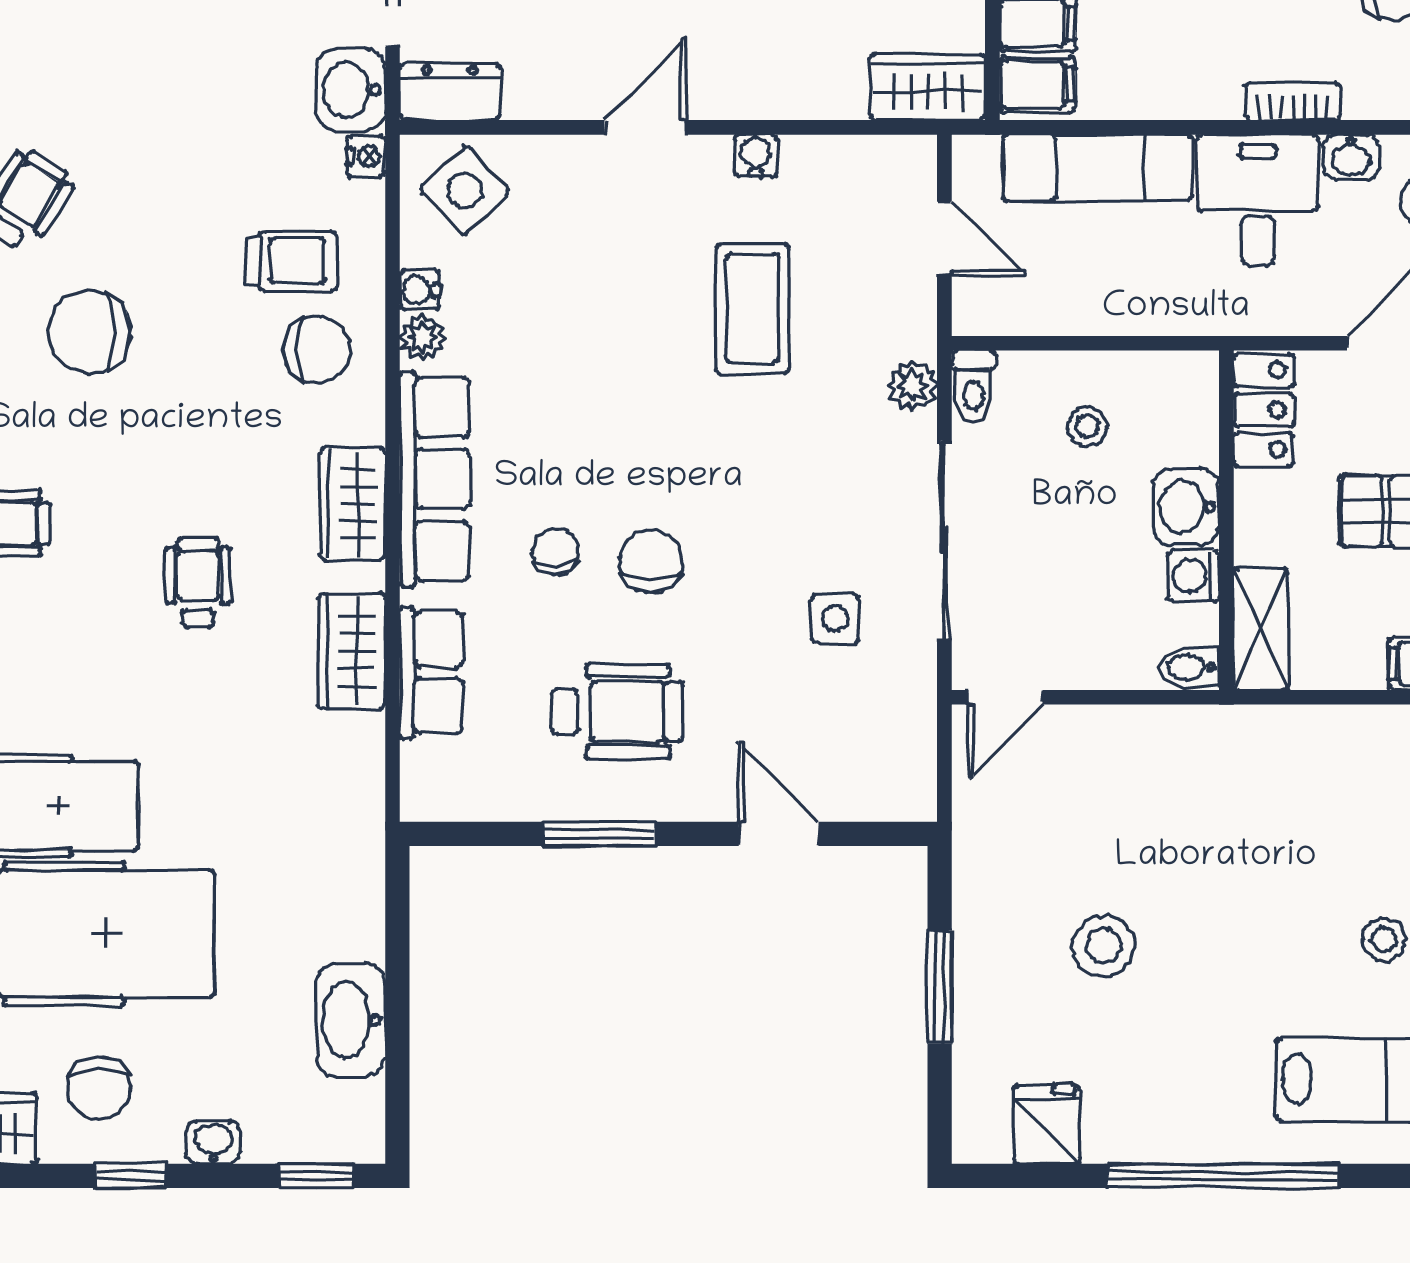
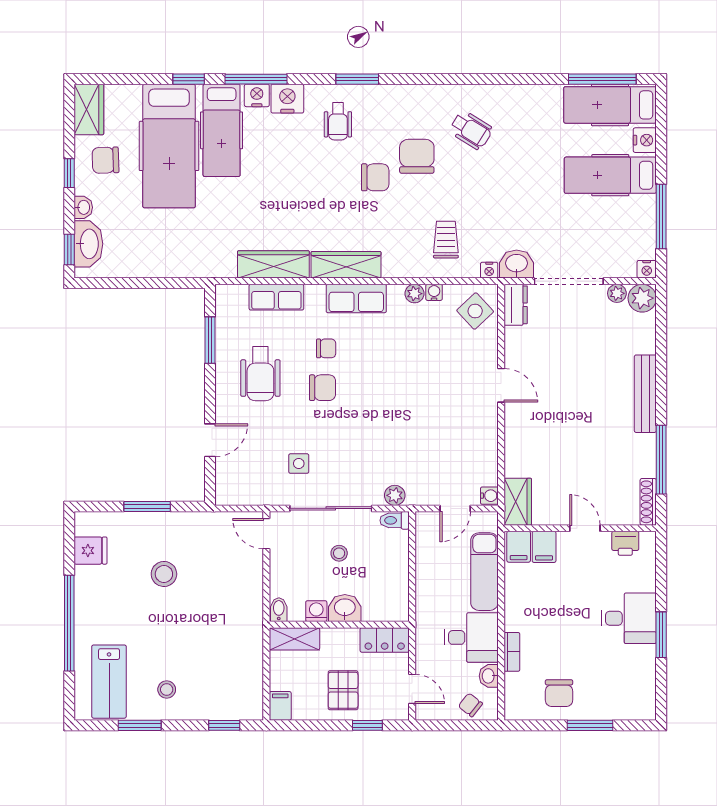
water cooler: (756, 156) -> (489, 496), moved
trolley: (291, 261) -> (446, 240), turned 180
coffee table: (753, 308) -> (427, 429), removed
chair: (318, 349) -> (375, 177), moved, turned -90
stool: (1087, 426) -> (339, 553), moved
row of seats: (435, 479) -> (356, 298), width x0.68
wardrobe: (353, 504) -> (346, 265), width x1.50
wheelchair: (198, 583) -> (314, 201), removed
wardrobe: (352, 651) -> (273, 264), width x1.50
window: (599, 834) -> (210, 340), moved
washbasin: (351, 1020) -> (88, 244), moved, turned 90

